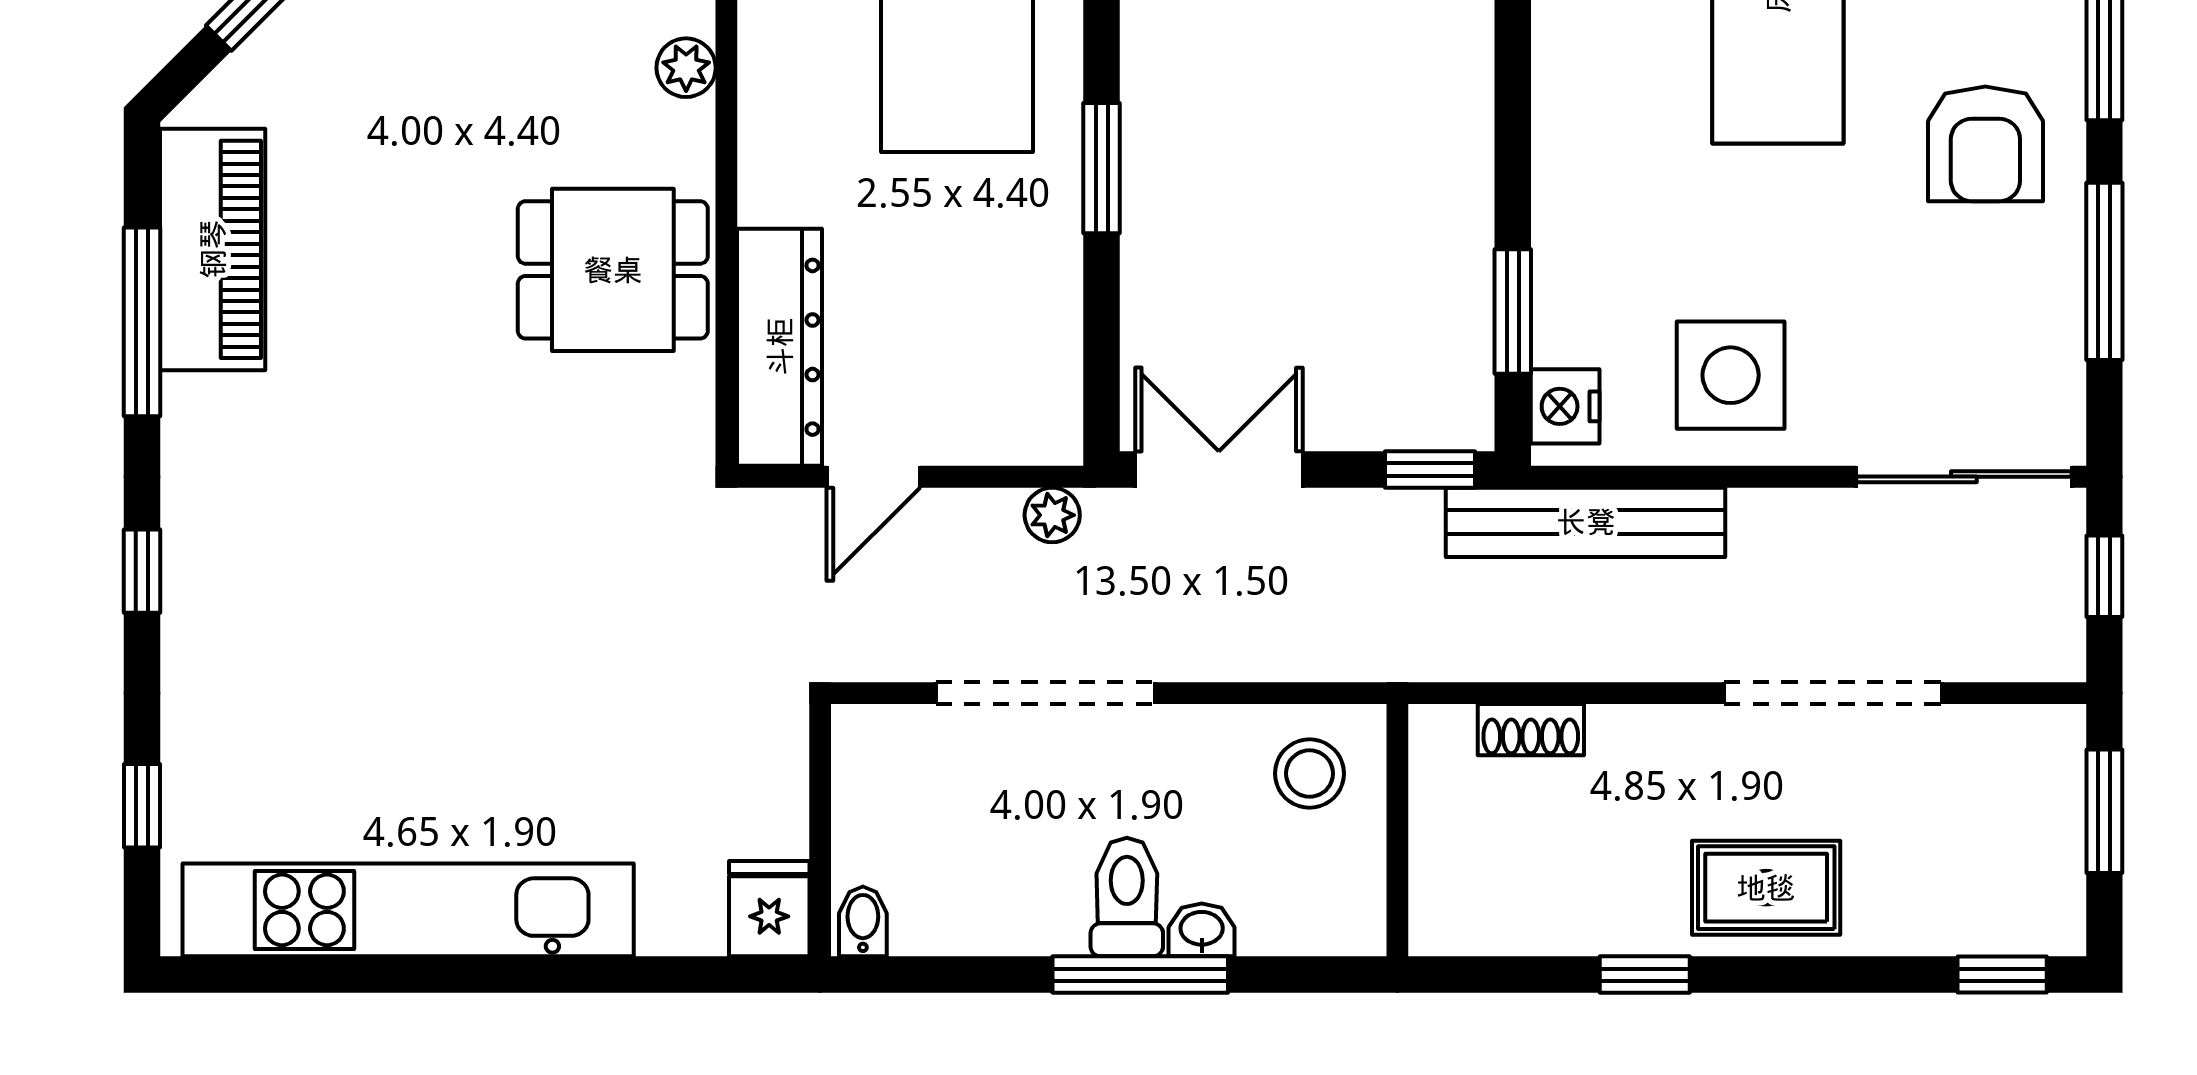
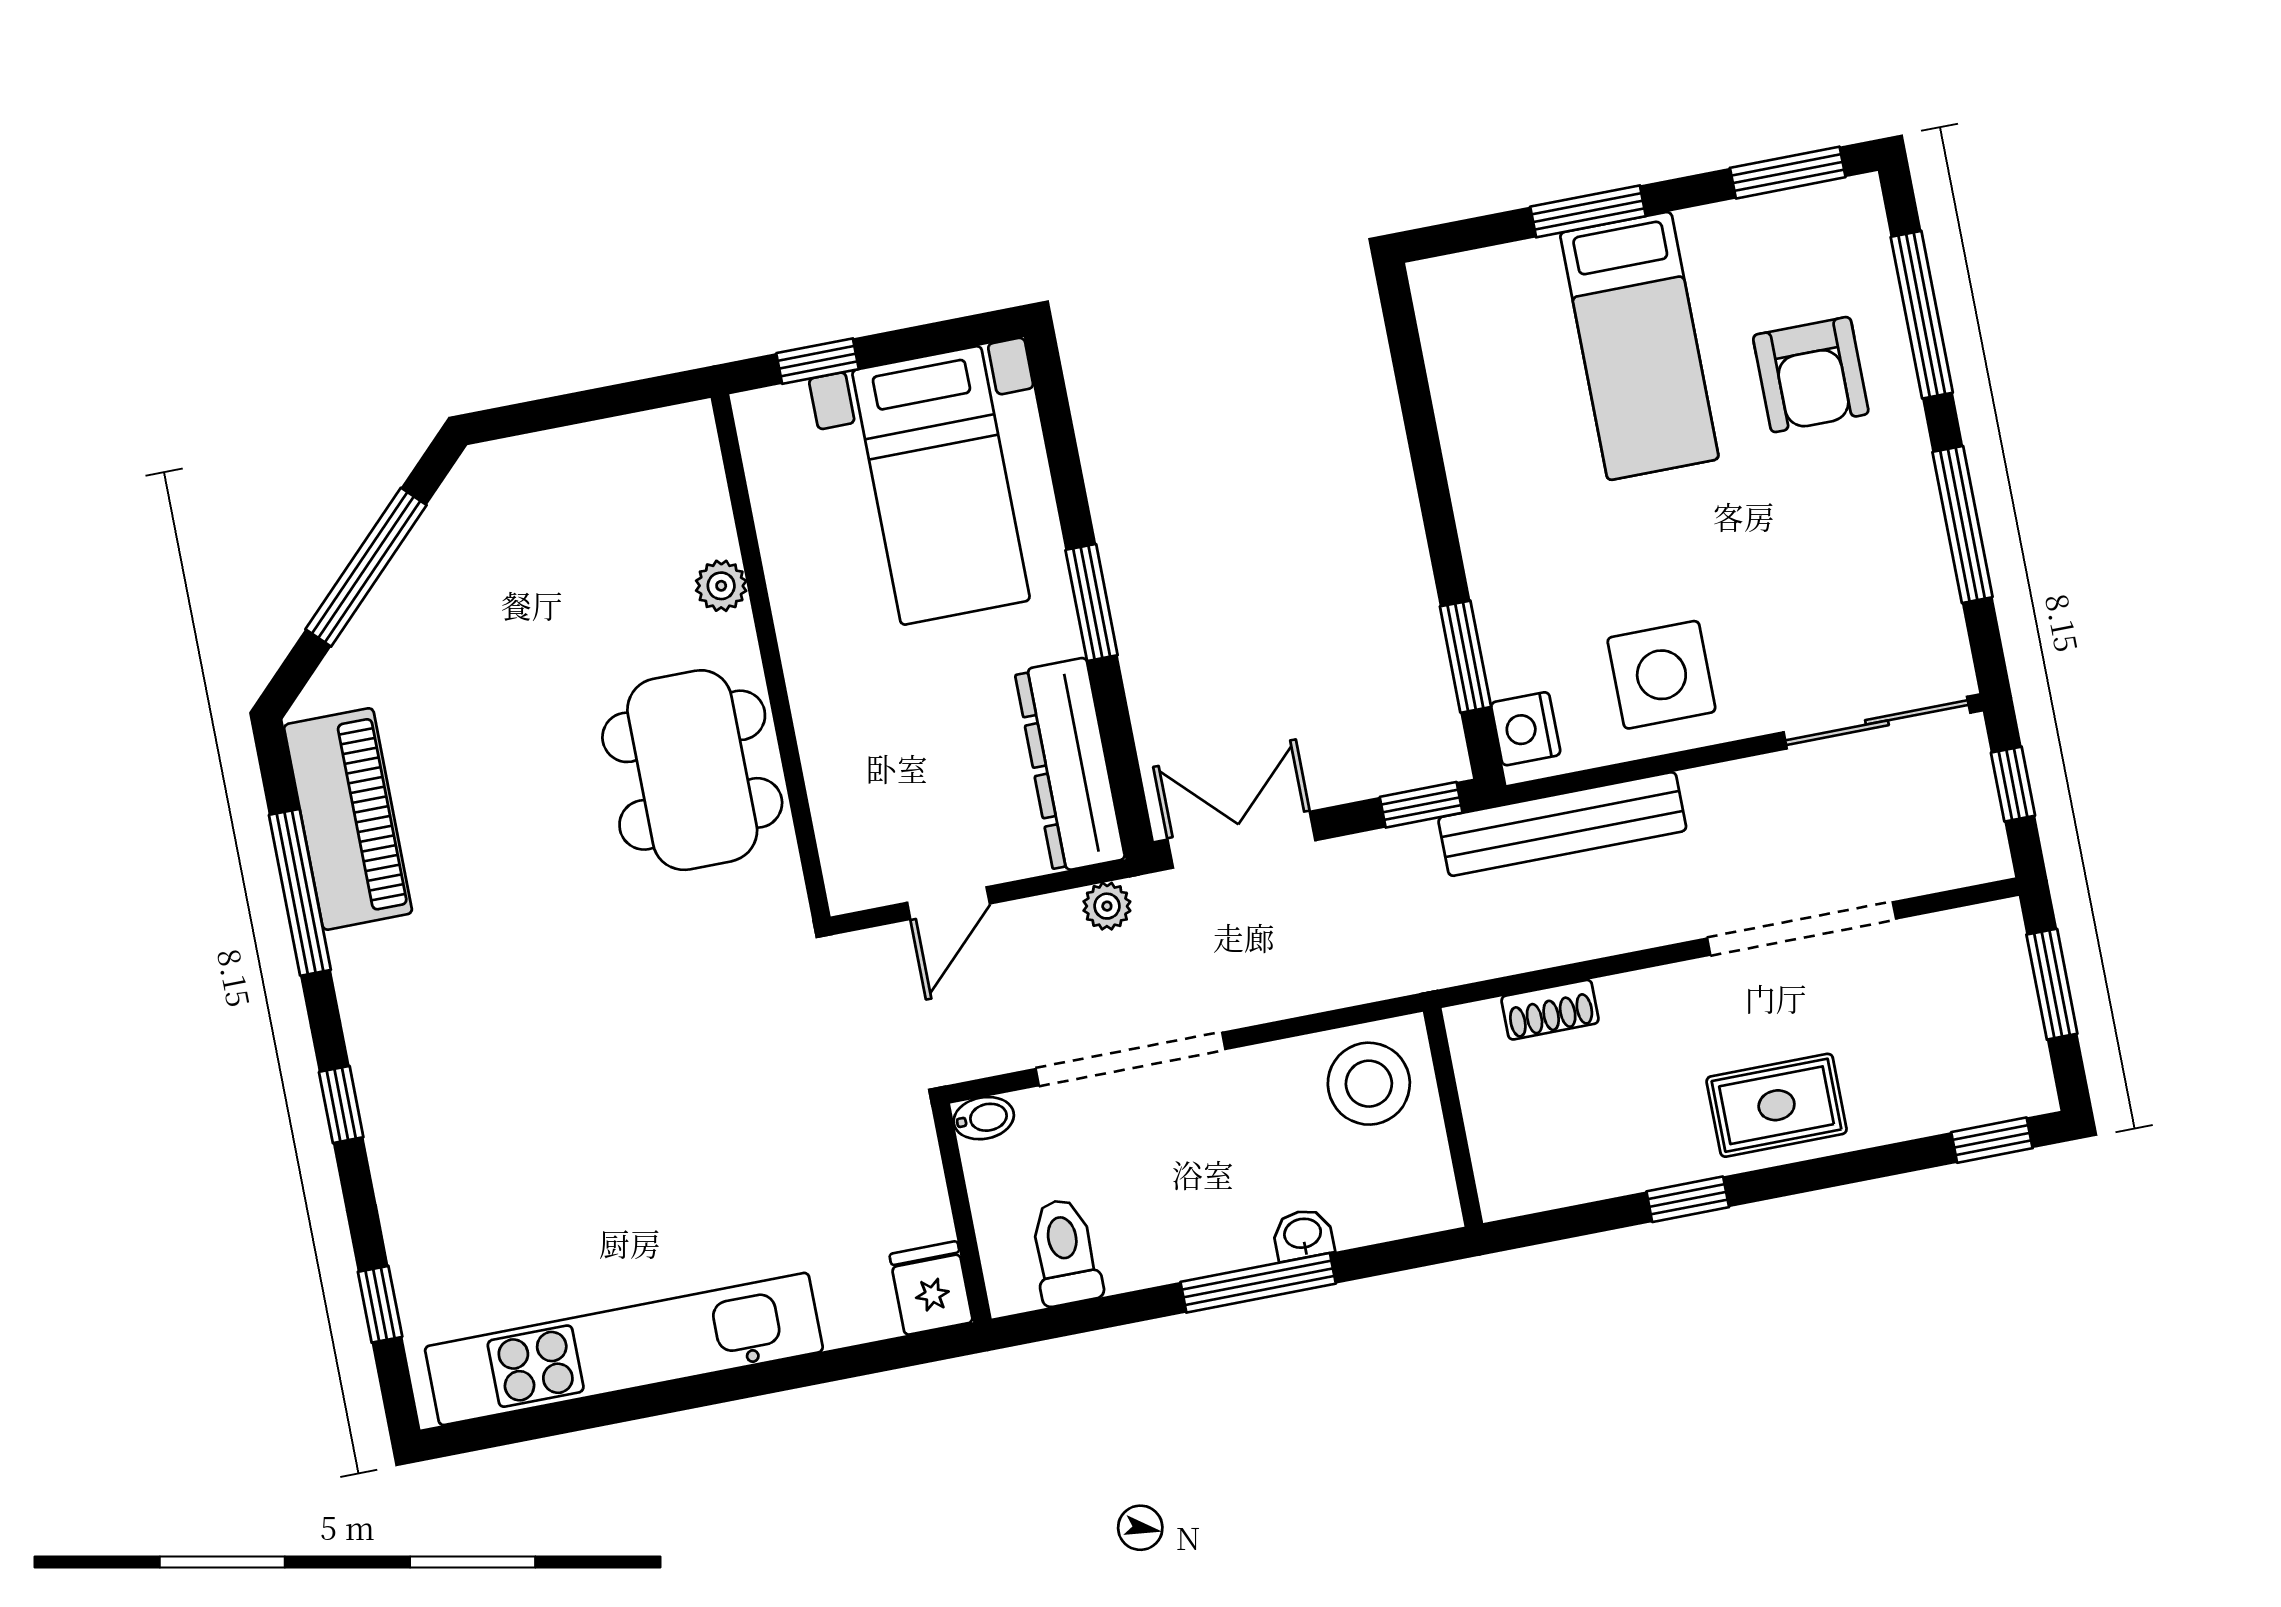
armchair: (1985, 144) -> (1811, 375), moved
dining table: (613, 270) -> (692, 770), width x1.38
dresser: (780, 347) -> (1070, 765), moved, turned 180
stool: (1310, 774) -> (1369, 1084), width x1.38, depth x1.38
toilet: (1127, 897) -> (1065, 1252), moved
bidet: (863, 921) -> (984, 1118), moved, turned 90

